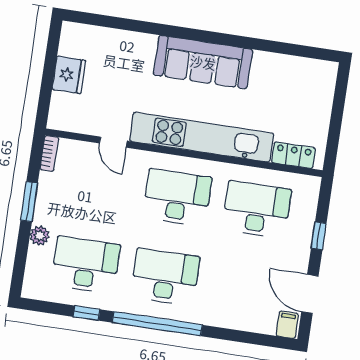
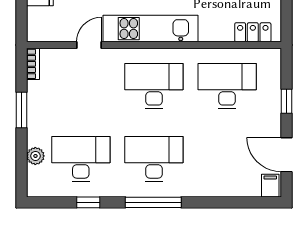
kitchen unit: (202, 137) -> (150, 29), width x0.73
door: (113, 142) -> (89, 45), swing flipped
plant: (40, 236) -> (35, 156), moved
window: (157, 324) -> (153, 202), width x0.68

